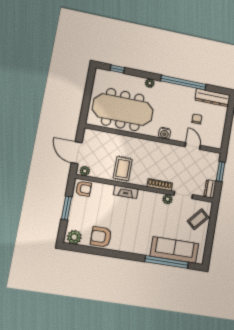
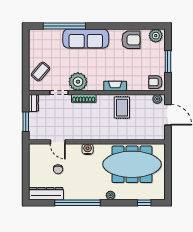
plant: (168, 199) -> (78, 82), width x1.88, depth x1.88
sofa: (174, 250) -> (86, 39), moved

